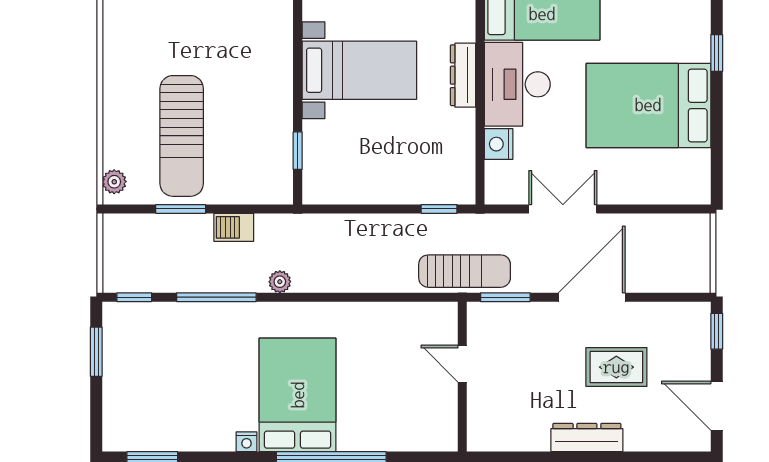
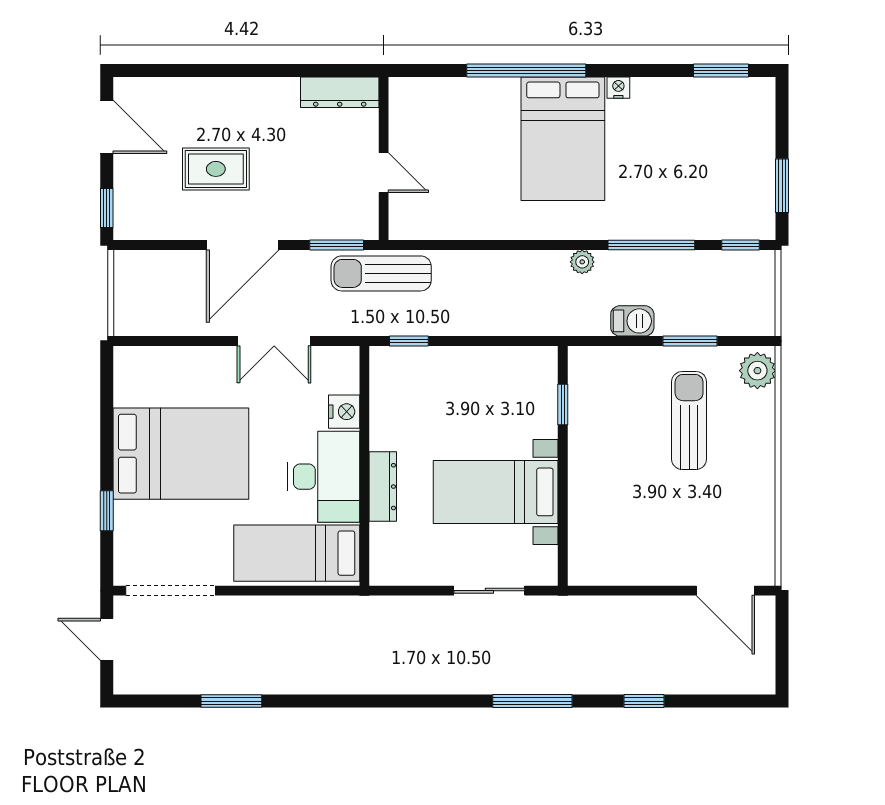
sun lounger: (182, 136) -> (689, 420), width x0.73, depth x0.75
plant: (114, 182) -> (757, 371), width x1.38, depth x1.38
dresser: (587, 437) -> (340, 92), moved

